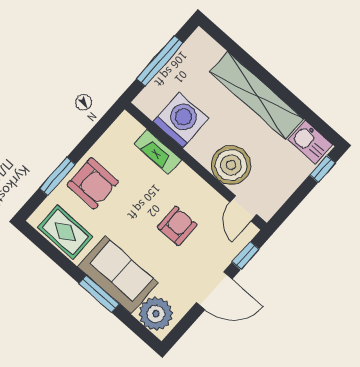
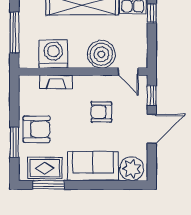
armchair: (177, 226) -> (101, 112), turned -90
window: (99, 294) -> (48, 185), moved

